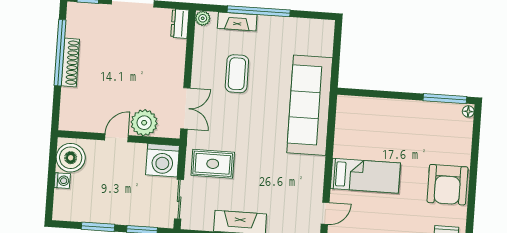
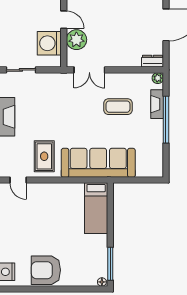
washing machine: (163, 160) -> (49, 43), moved
rug: (213, 164) -> (44, 156), moved
bed: (365, 176) -> (96, 208), moved

